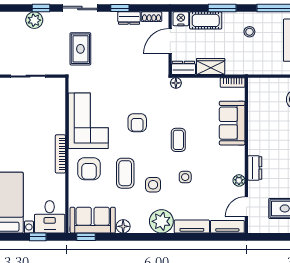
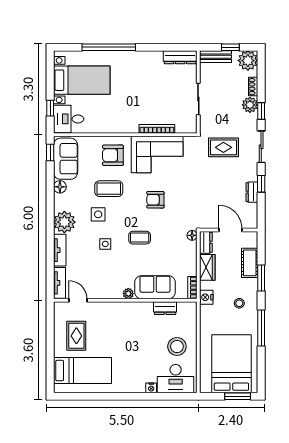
shoe rack: (151, 17) -> (253, 87), moved
nightstand: (181, 19) -> (206, 297), moved, turned 180
bookcase: (60, 154) -> (157, 129), moved
dresser: (255, 168) -> (165, 308), moved
plant: (239, 180) -> (128, 294), moved

